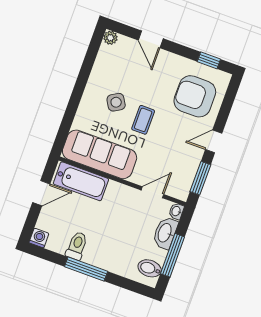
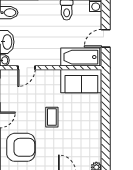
side table: (116, 102) -> (76, 123), removed
sofa: (100, 154) -> (81, 81), width x0.73

